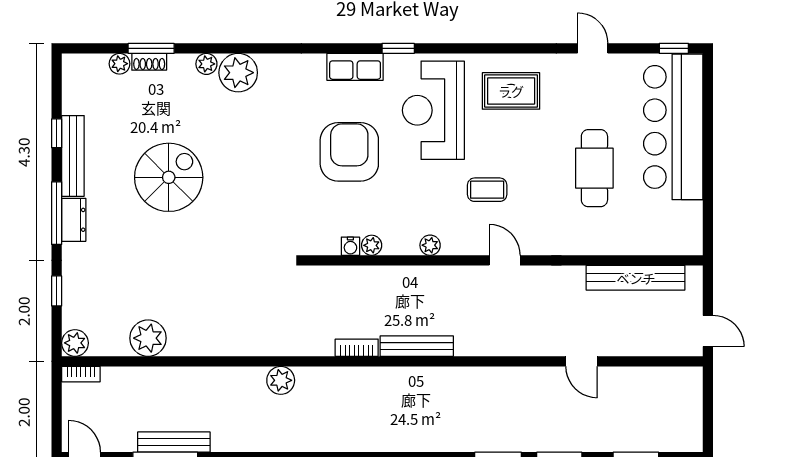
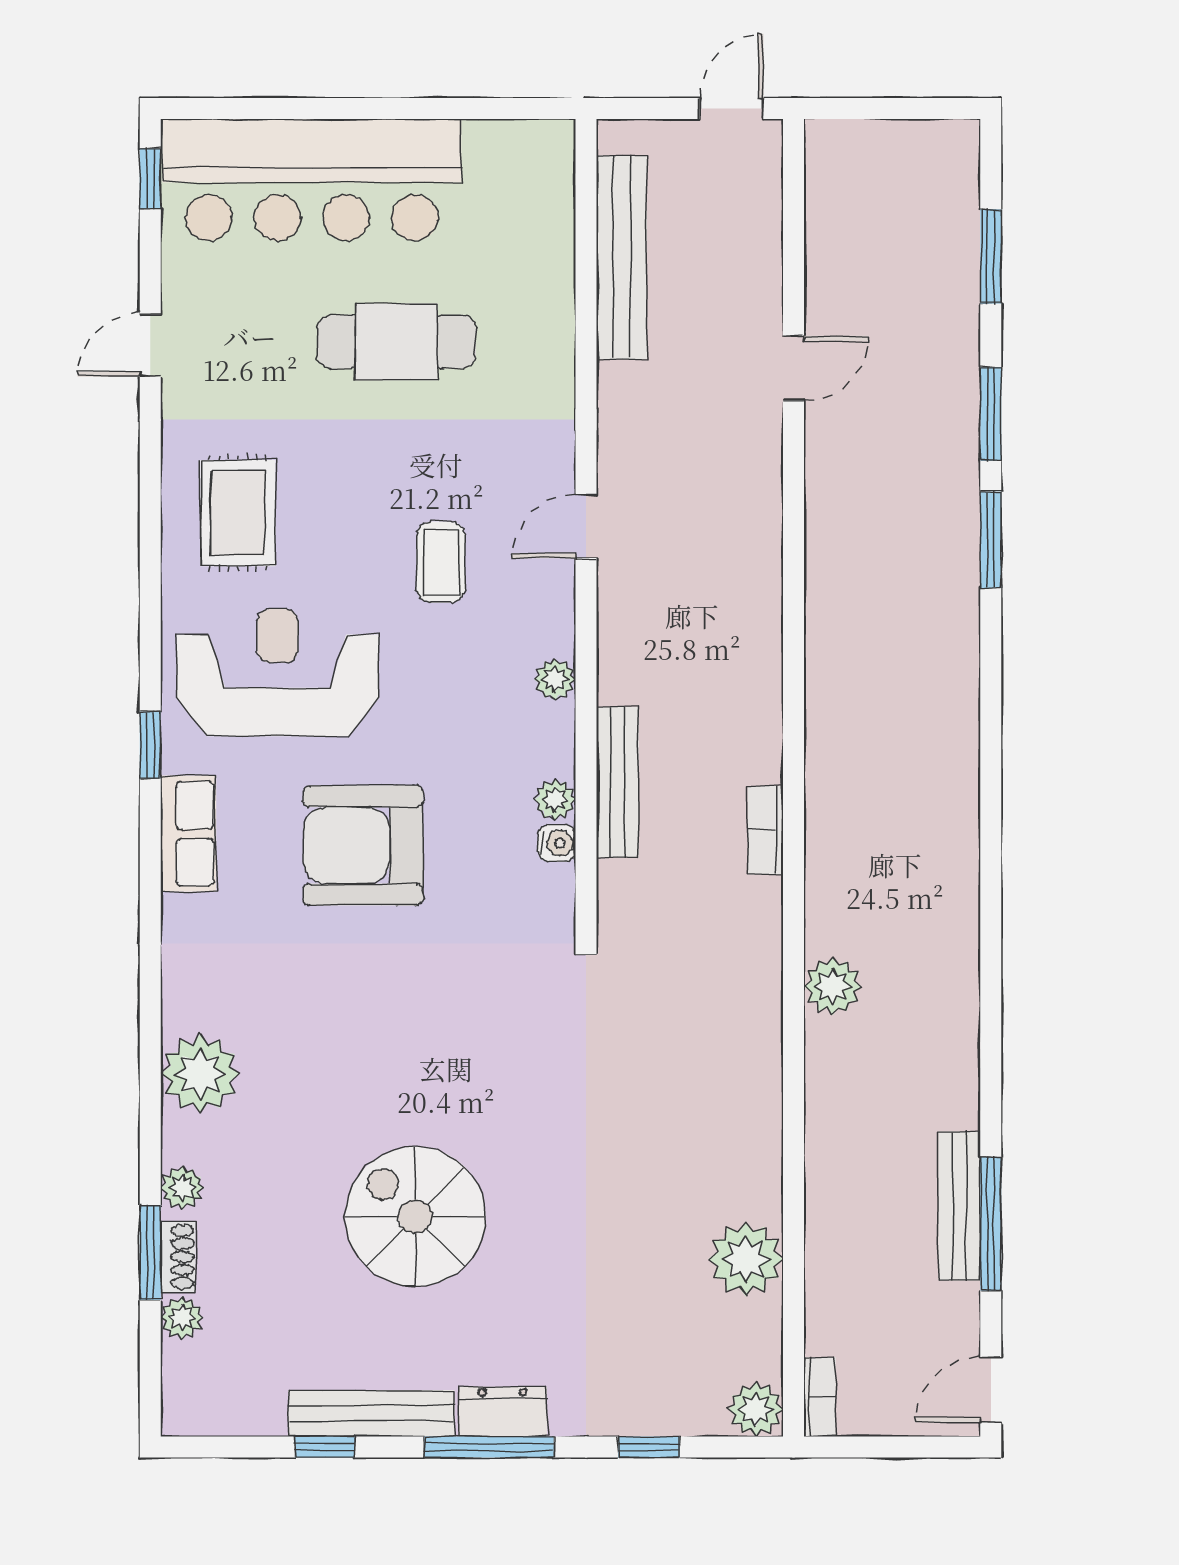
plant: (206, 64) -> (182, 1188), moved
reception desk: (433, 110) -> (278, 673), turned 180
bench: (417, 346) -> (617, 782), moved

